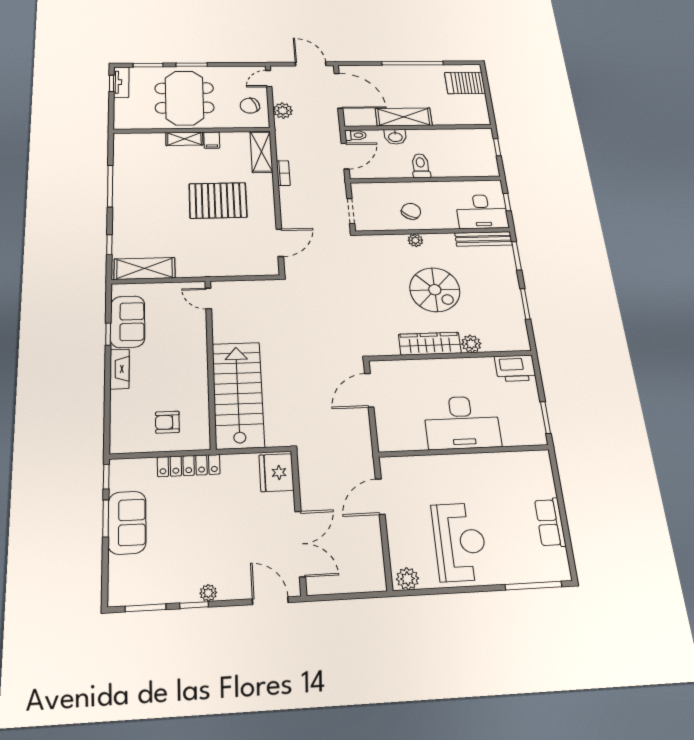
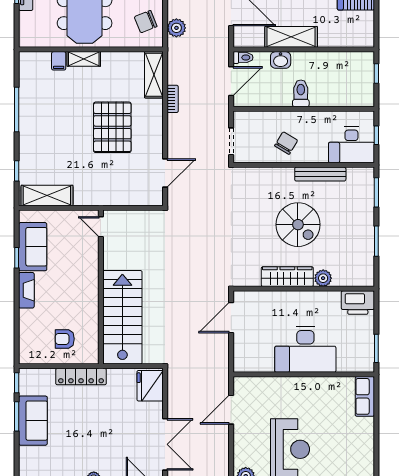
filing cabinet: (212, 140) -> (59, 61), moved
pallet: (218, 200) -> (112, 127), turned 90
bench: (484, 239) -> (320, 174), moved
plant: (415, 240) -> (287, 174), removed
row of seats: (550, 522) -> (365, 396), moved

